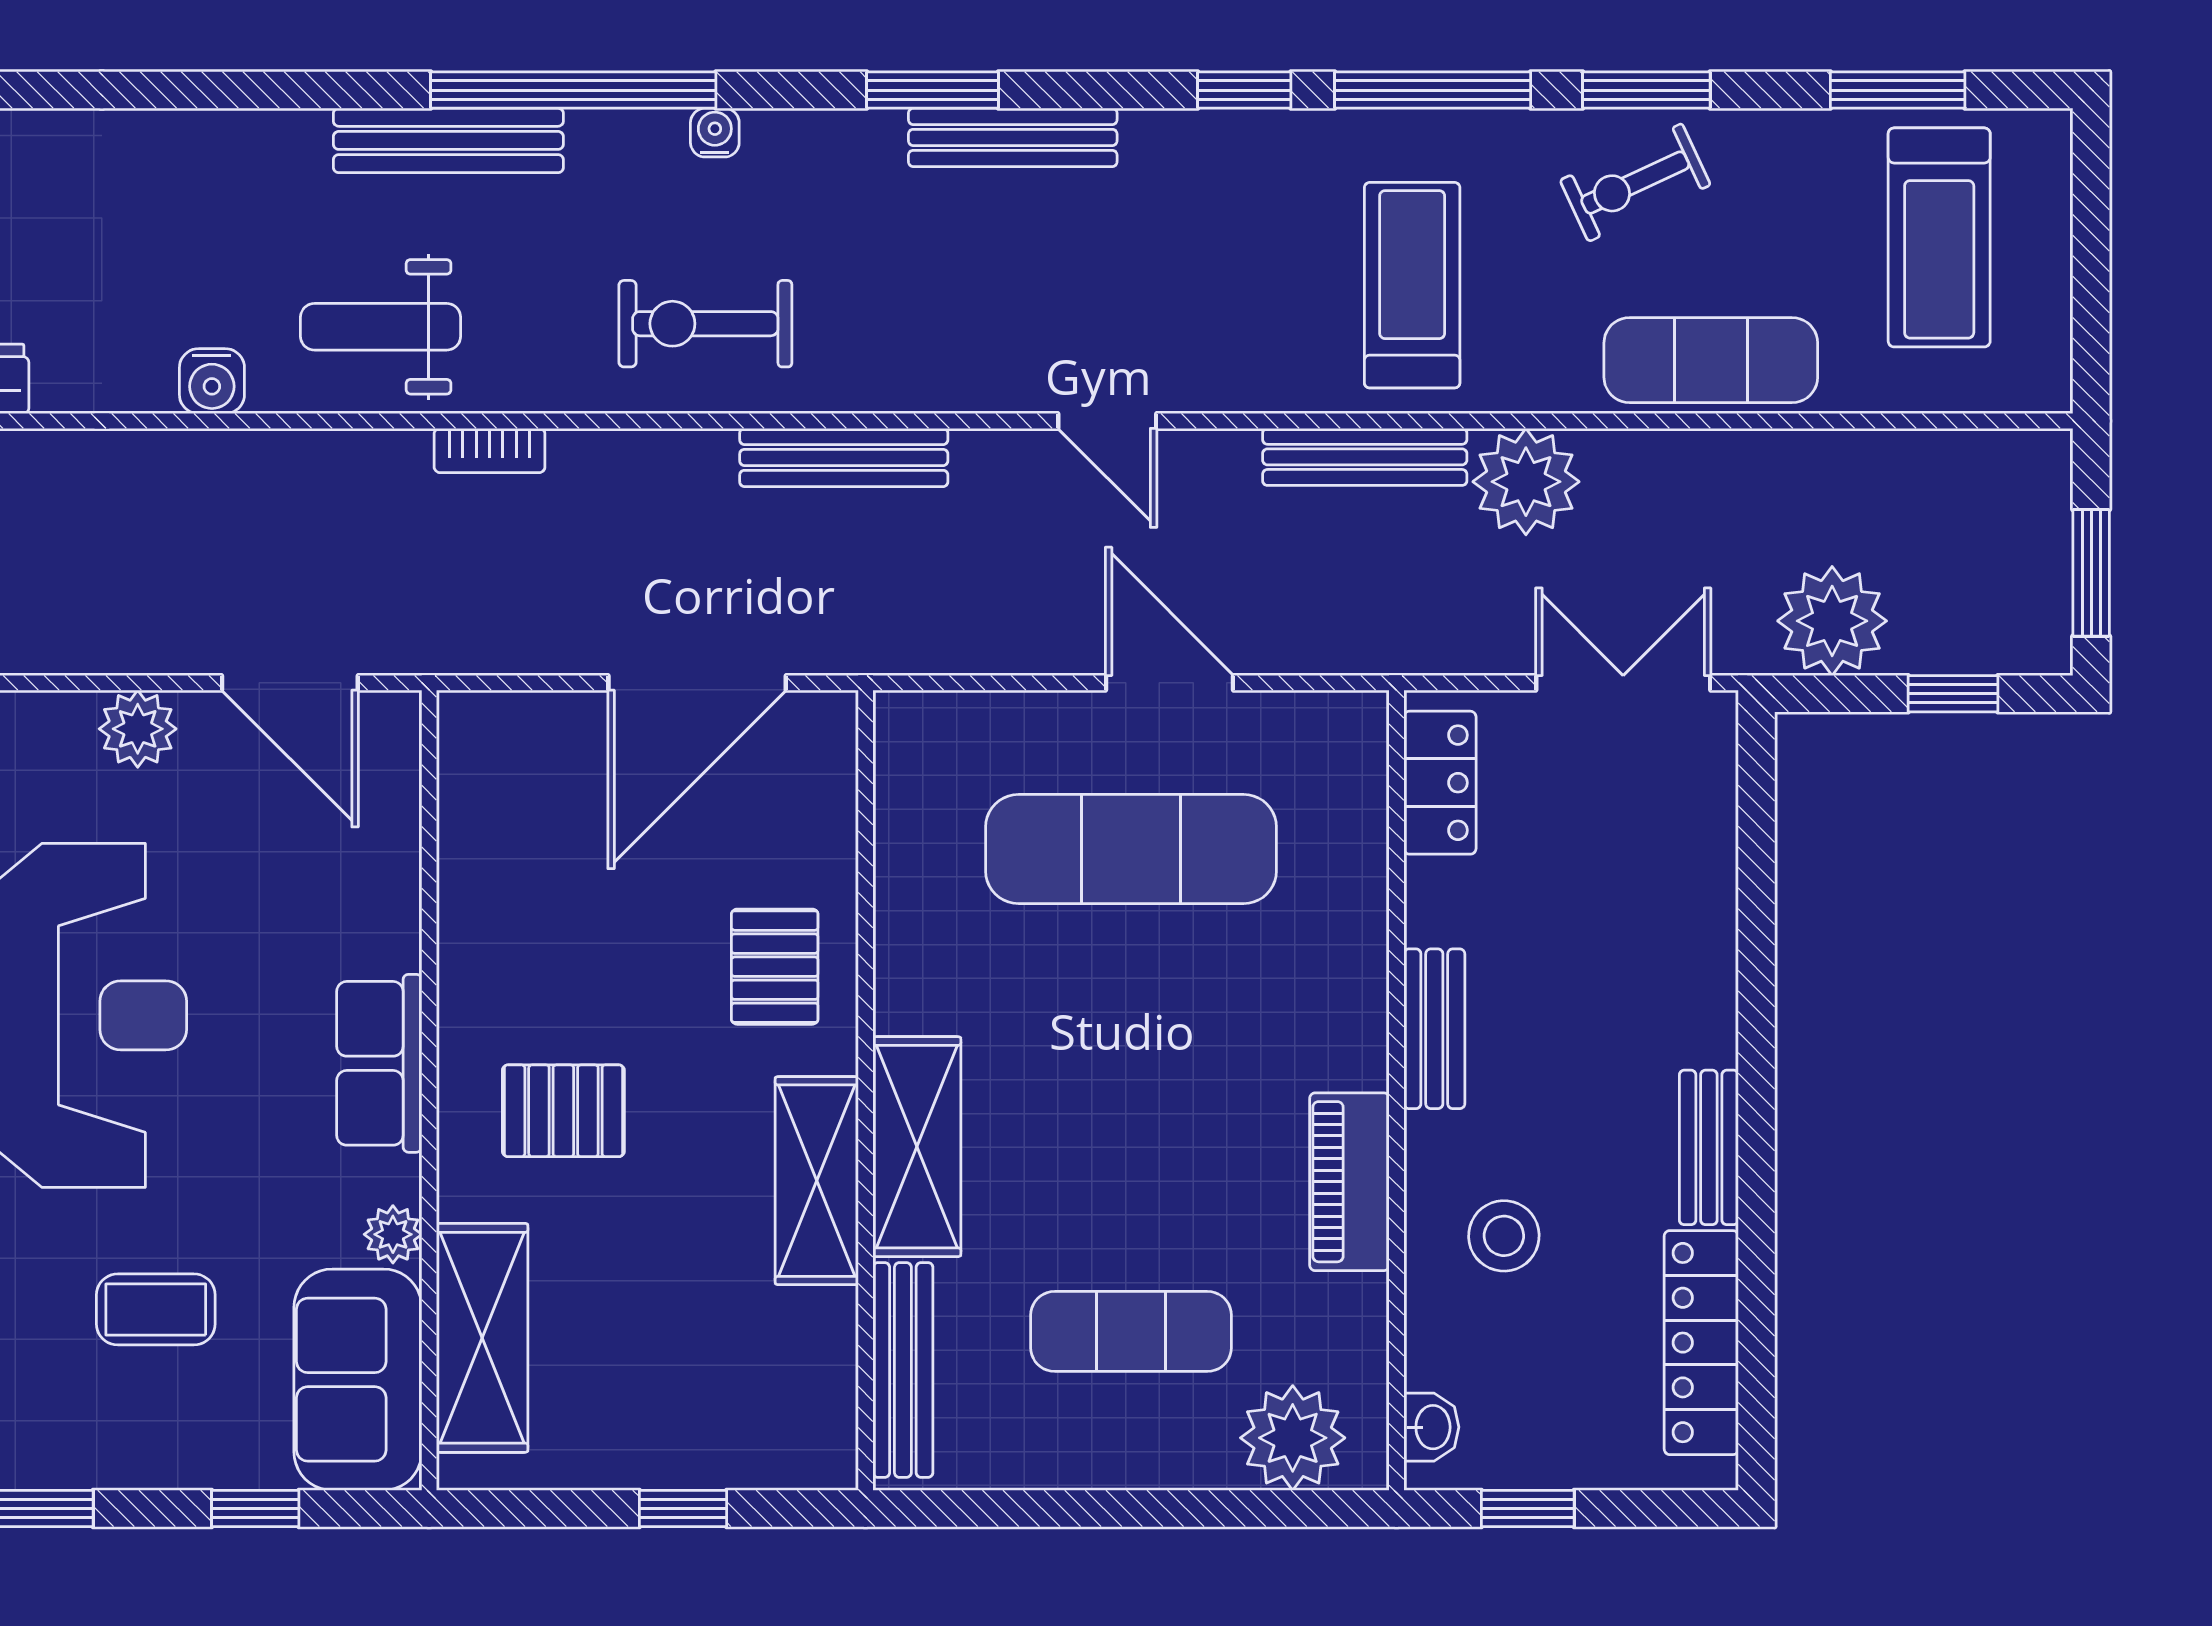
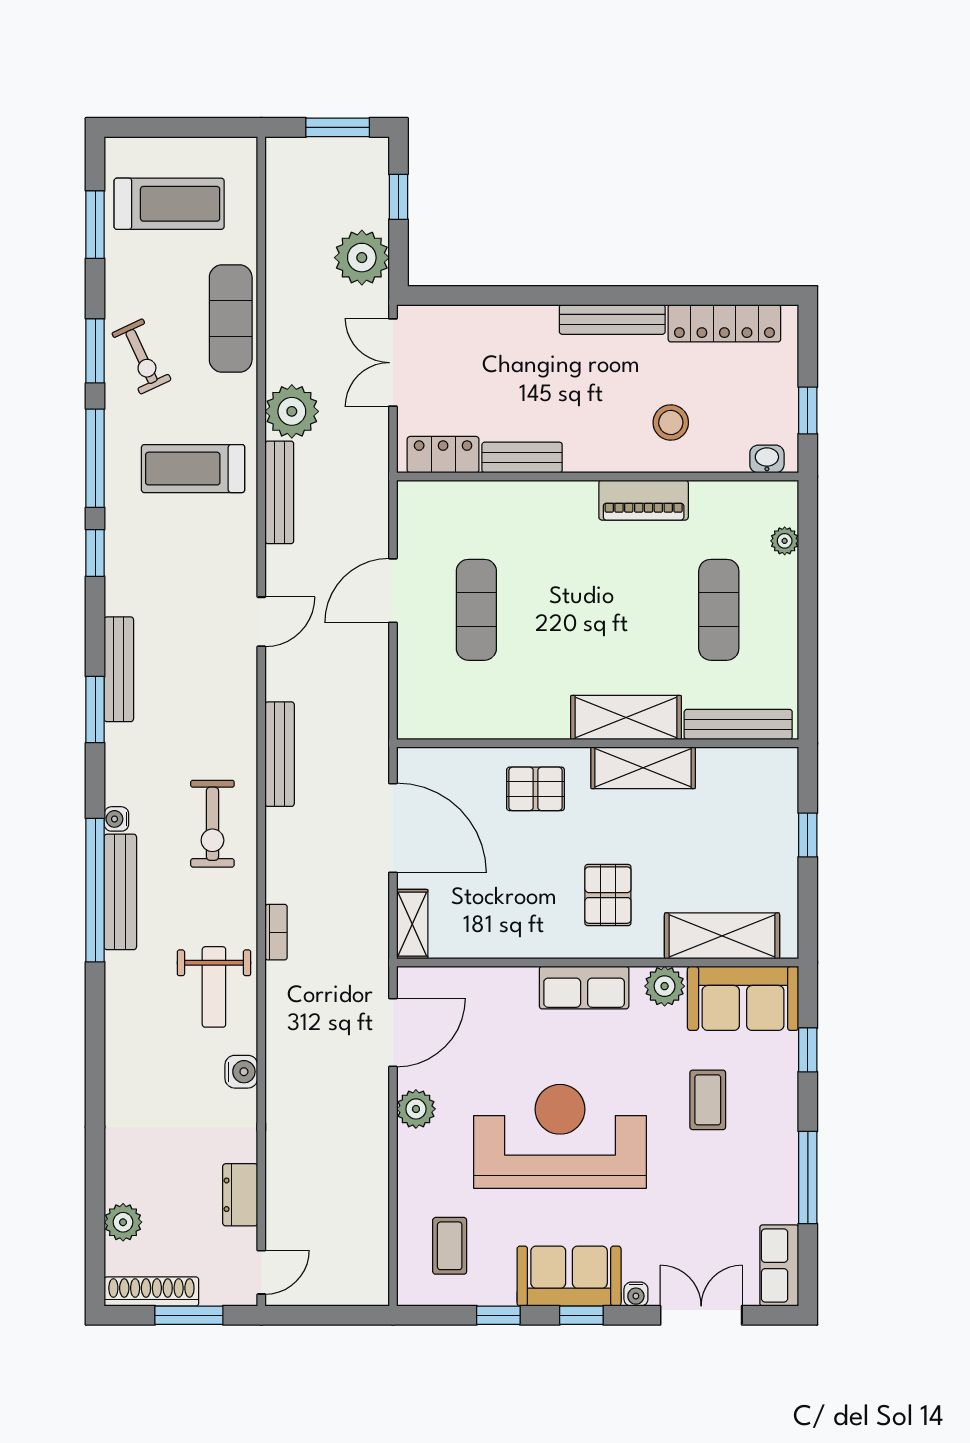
bench: (448, 140) -> (120, 892), moved
shelving: (506, 721) -> (412, 924), added
exercise mat: (1131, 849) -> (476, 610), width x0.73, depth x0.69
bench: (1434, 1029) -> (522, 457), moved
bench: (1709, 1147) -> (612, 319), width x1.36
plant: (393, 1234) -> (665, 986), width x1.38, depth x1.38
plant: (1293, 1438) -> (785, 541), width x0.53, depth x0.53

